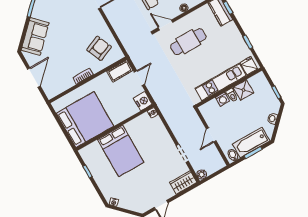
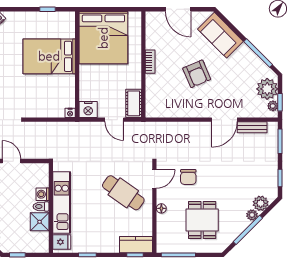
cafe table: (188, 42) -> (123, 193), turned -55
armchair: (99, 48) -> (197, 74), moved

